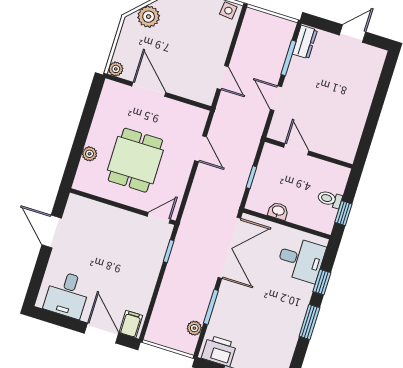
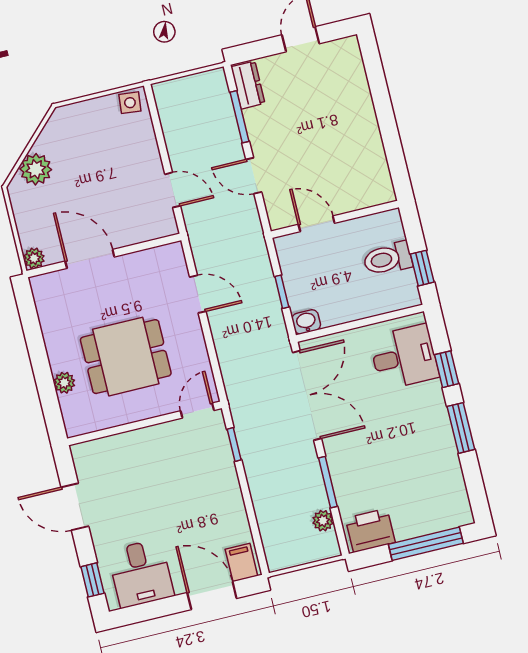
dining table: (135, 160) -> (126, 357), turned 90
toilet: (330, 199) -> (388, 259), width x1.37, depth x1.39
washbasin: (278, 211) -> (306, 322), moved
window: (36, 281) -> (93, 580), added

